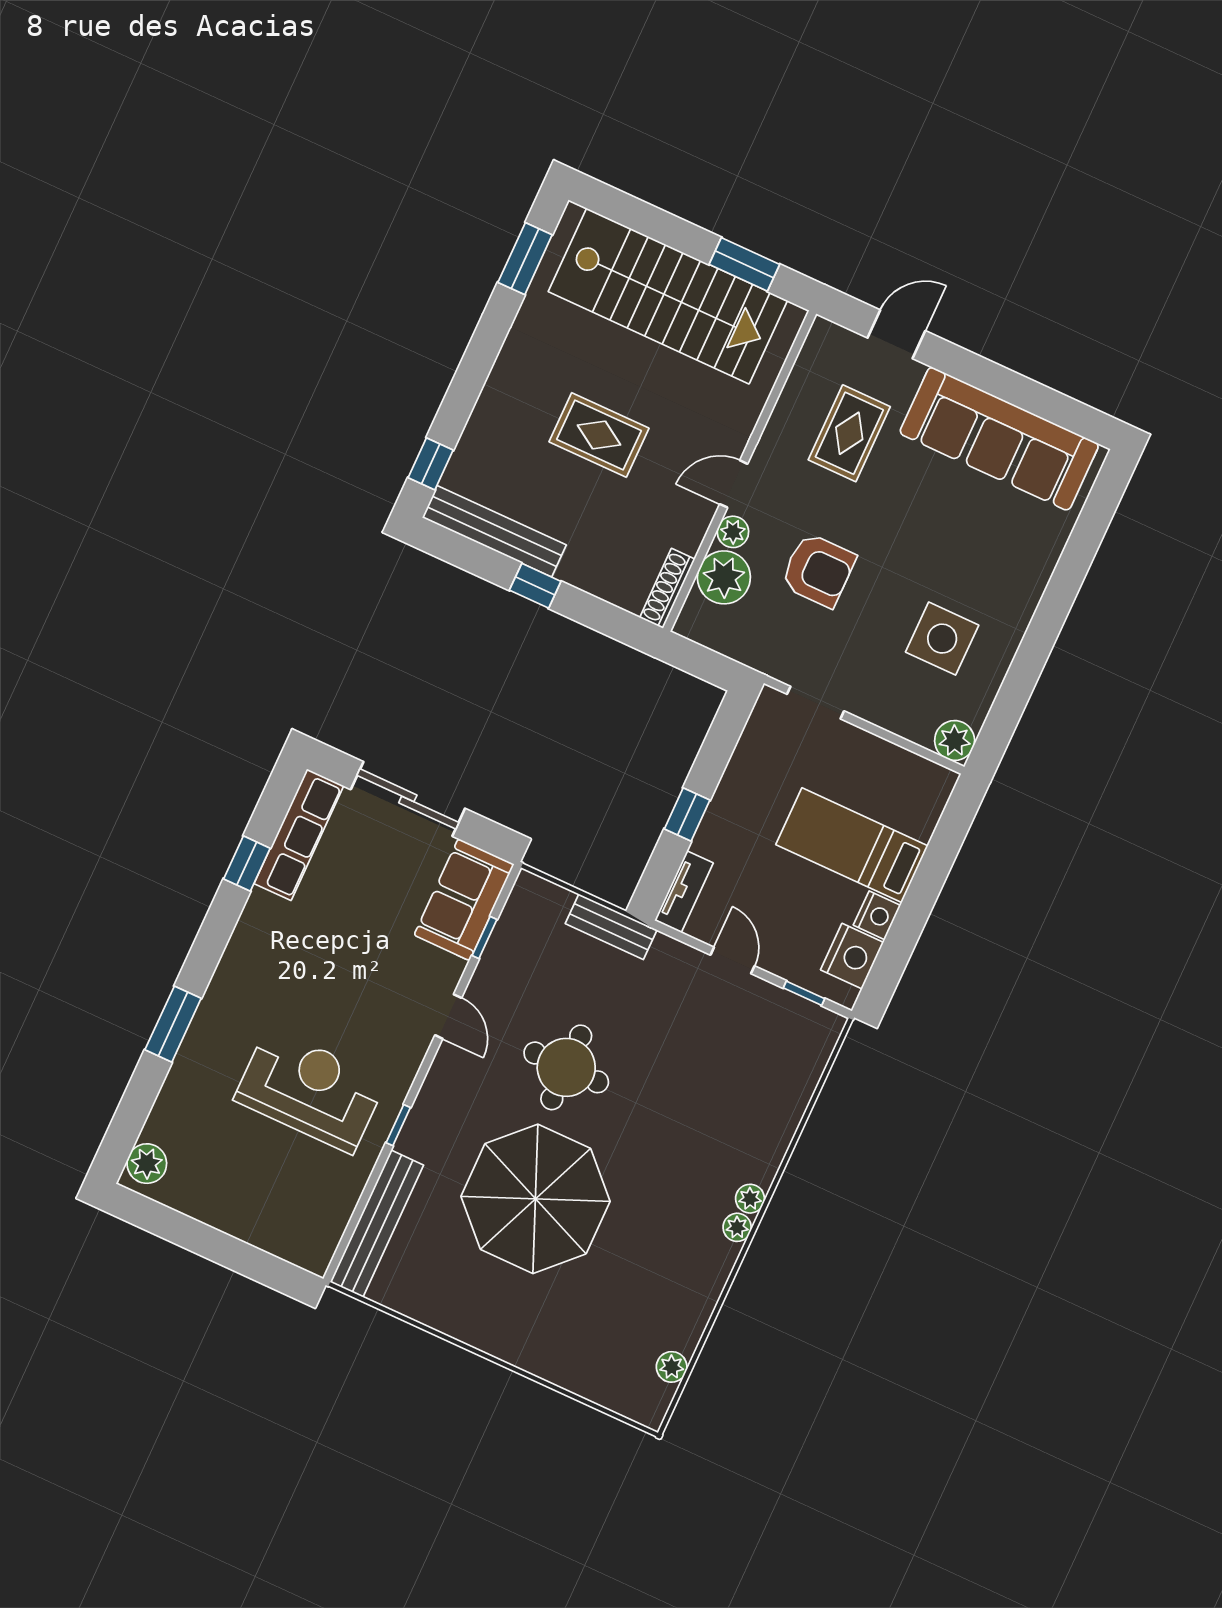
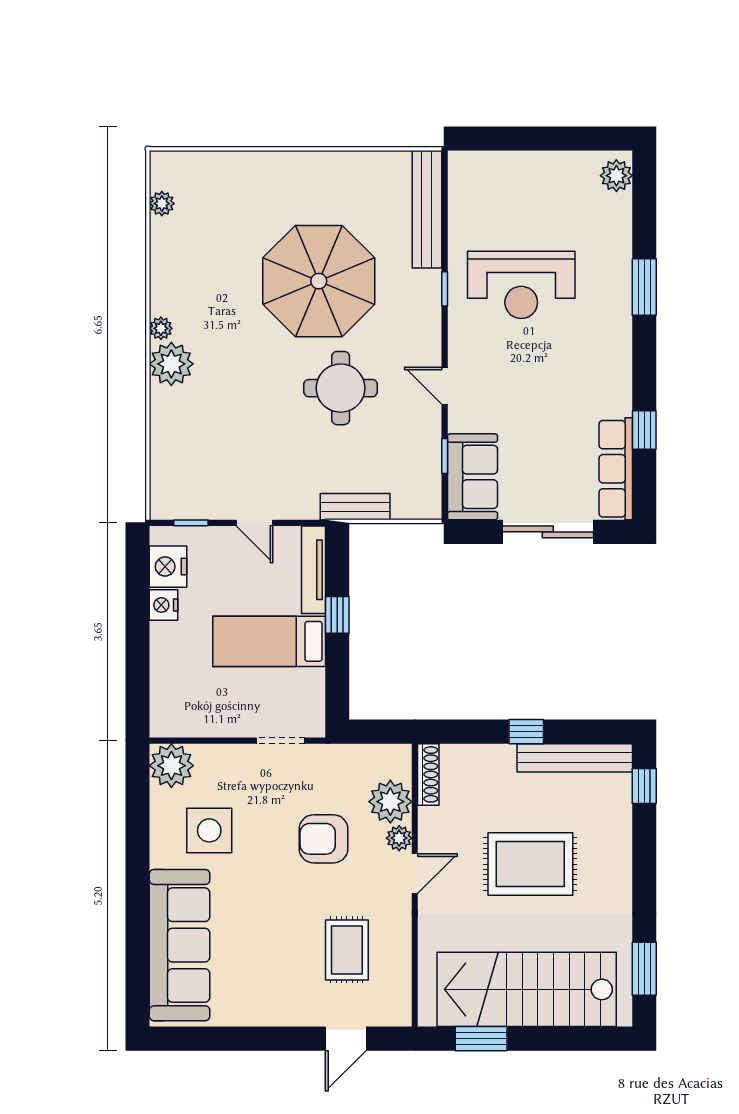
rug: (599, 435) -> (530, 864), width x1.36, depth x1.43
sofa: (999, 439) -> (180, 945), moved, turned 90
plant: (955, 741) -> (171, 766), width x1.36, depth x1.36
bed: (852, 845) -> (269, 641), moved, turned 180
tv unit: (684, 892) -> (313, 570), width x1.41
plant: (750, 1199) -> (171, 364), width x1.88, depth x1.88

